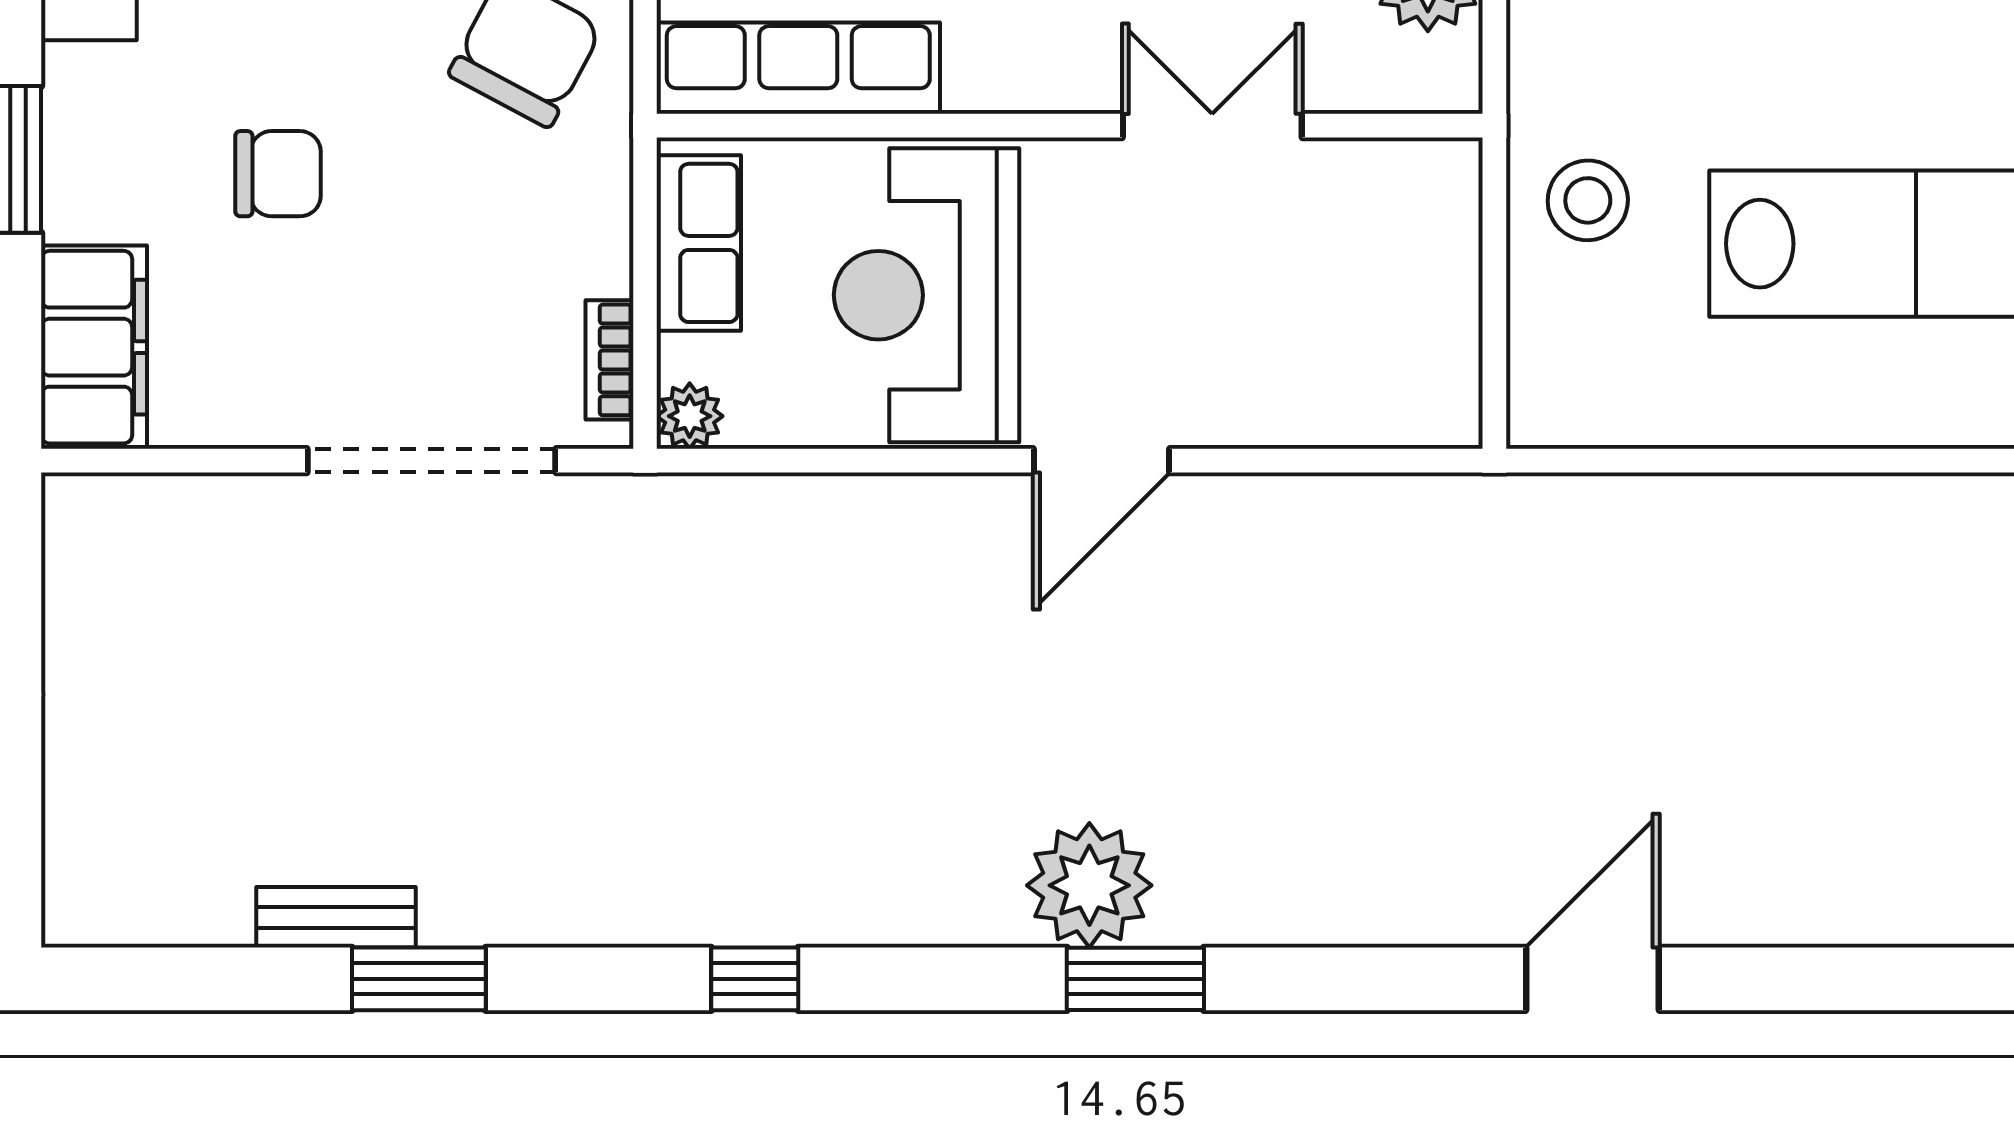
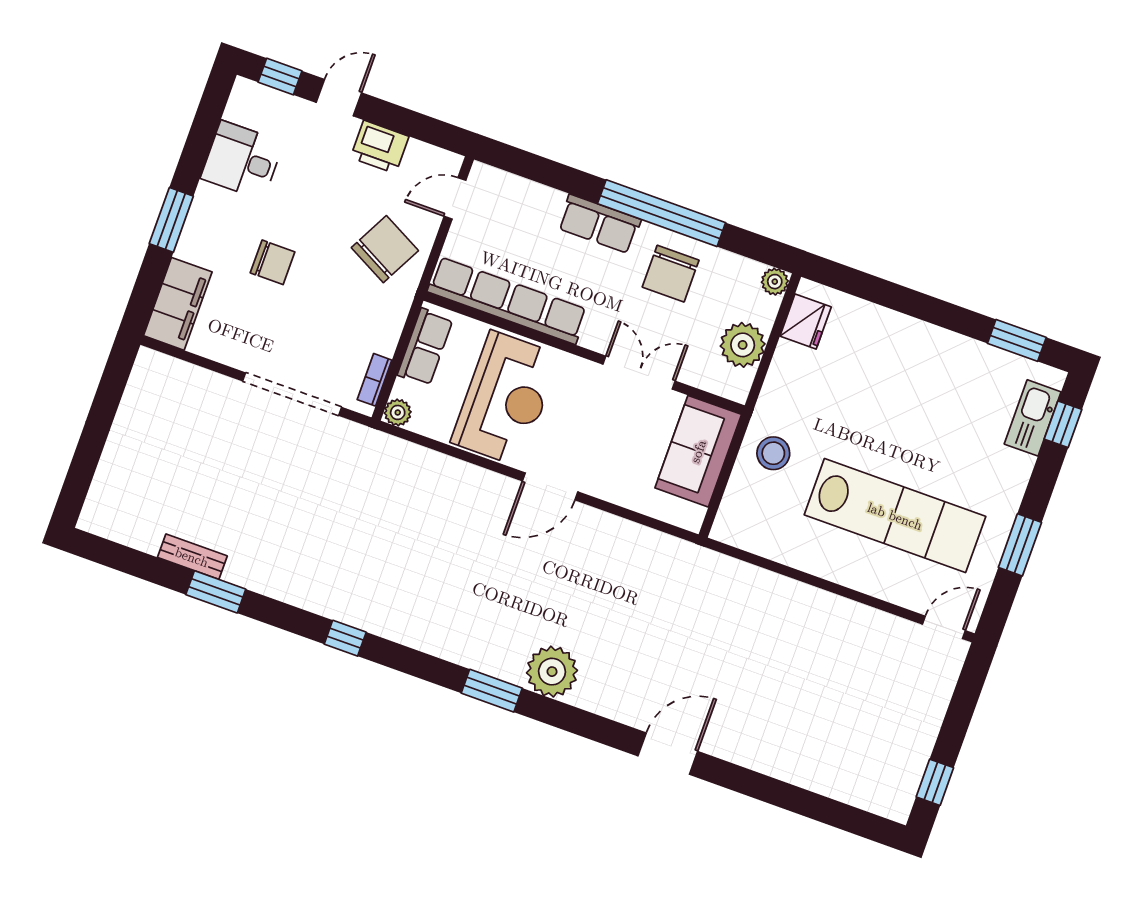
row of seats: (798, 68) -> (507, 301), width x1.36
sofa: (1413, 258) -> (698, 451), added
reception desk: (926, 295) -> (506, 399), turned 180
plant: (1089, 885) -> (552, 672), moved

